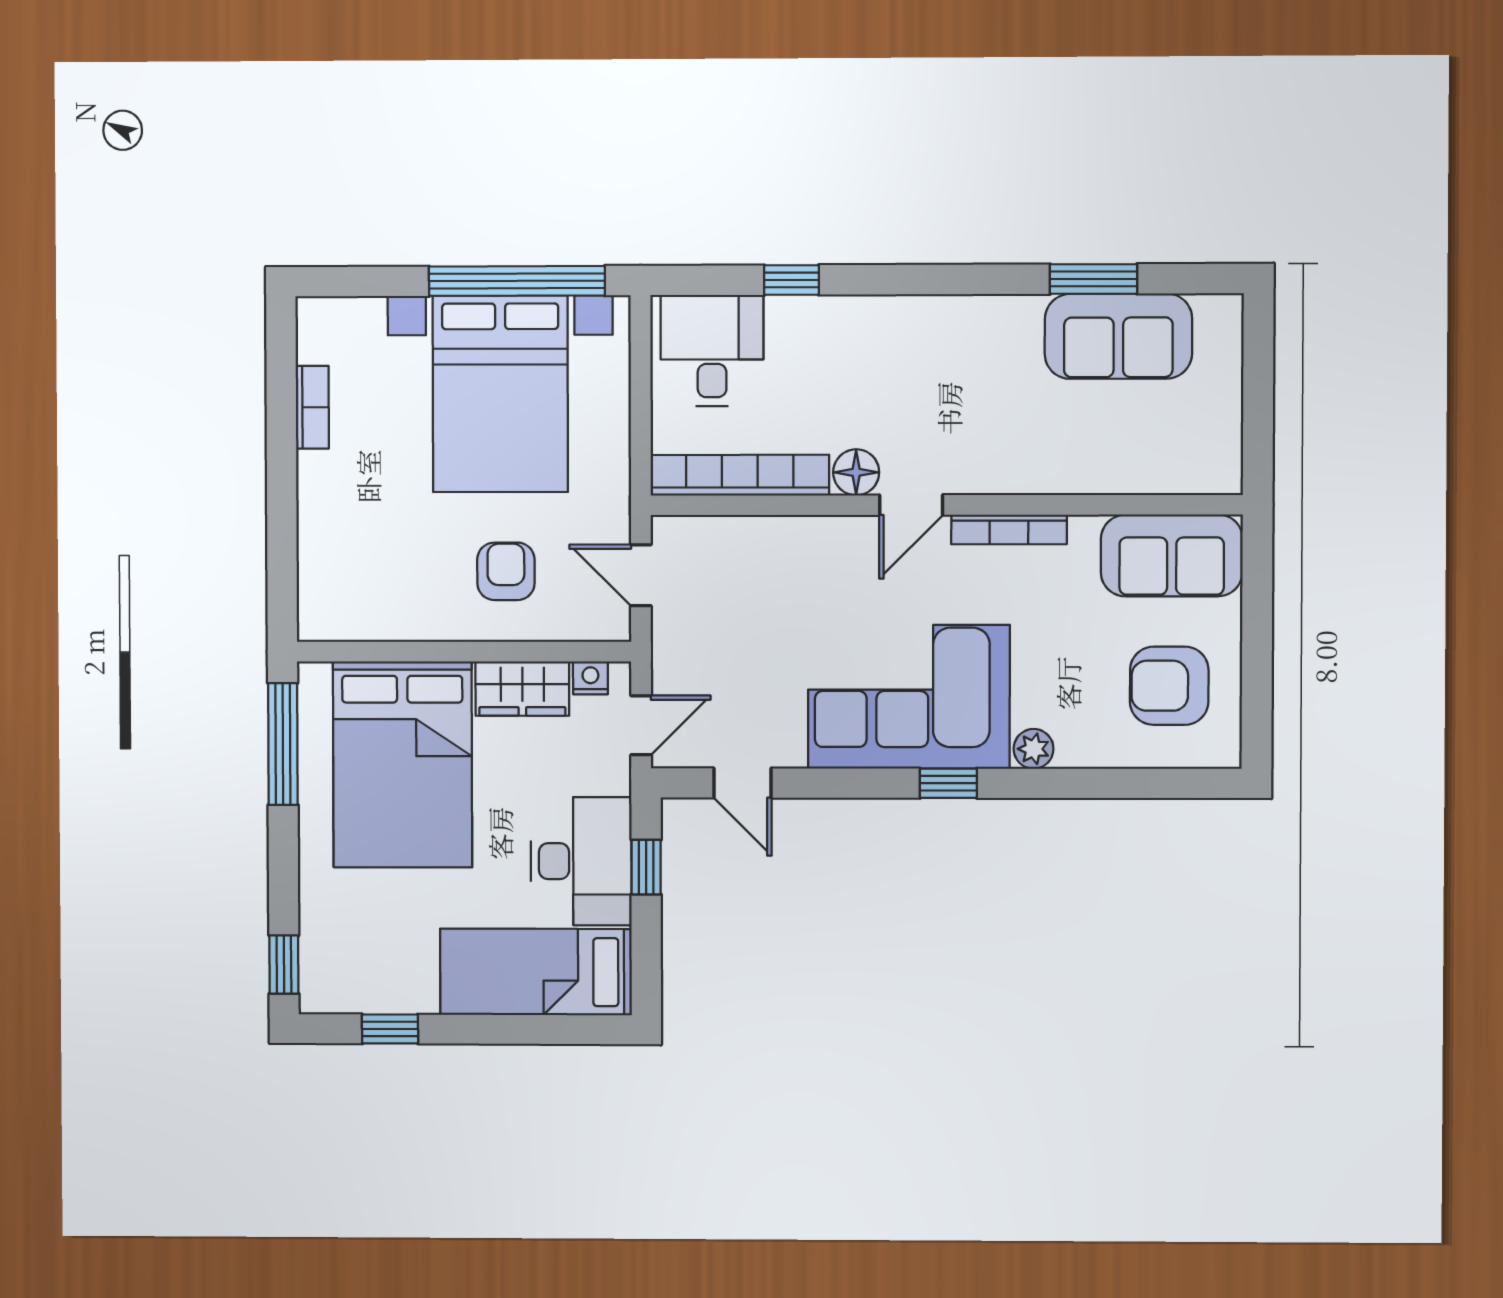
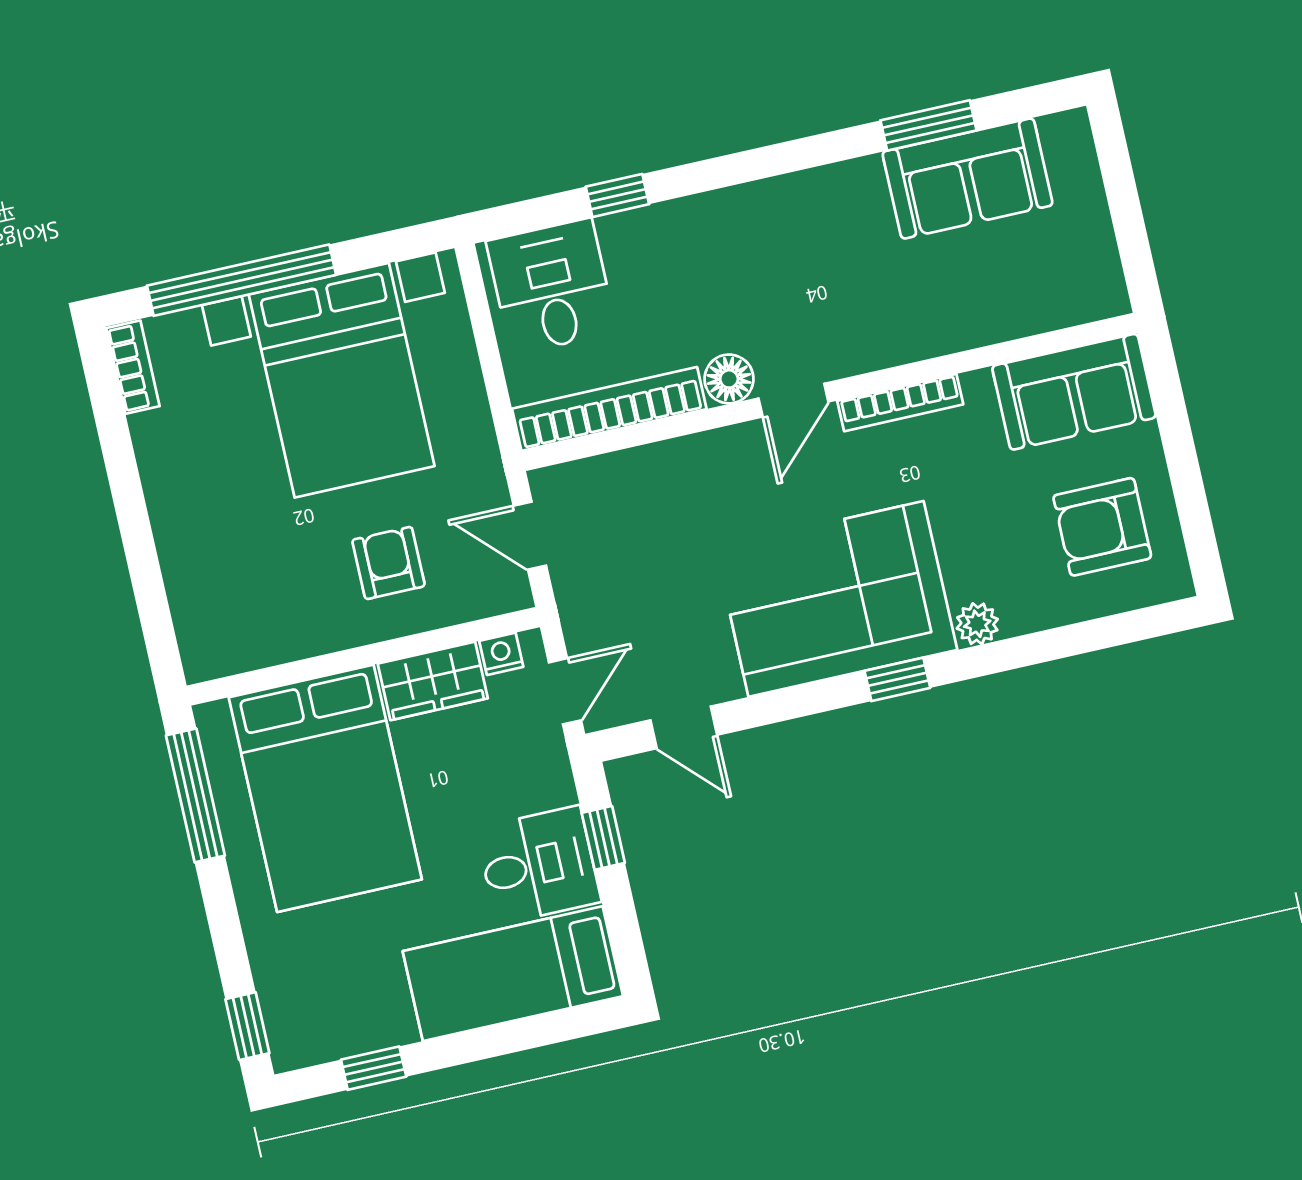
window: (517, 281) -> (241, 280), moved
bookcase: (312, 407) -> (133, 367), moved
desk: (581, 861) -> (538, 865), width x0.73

